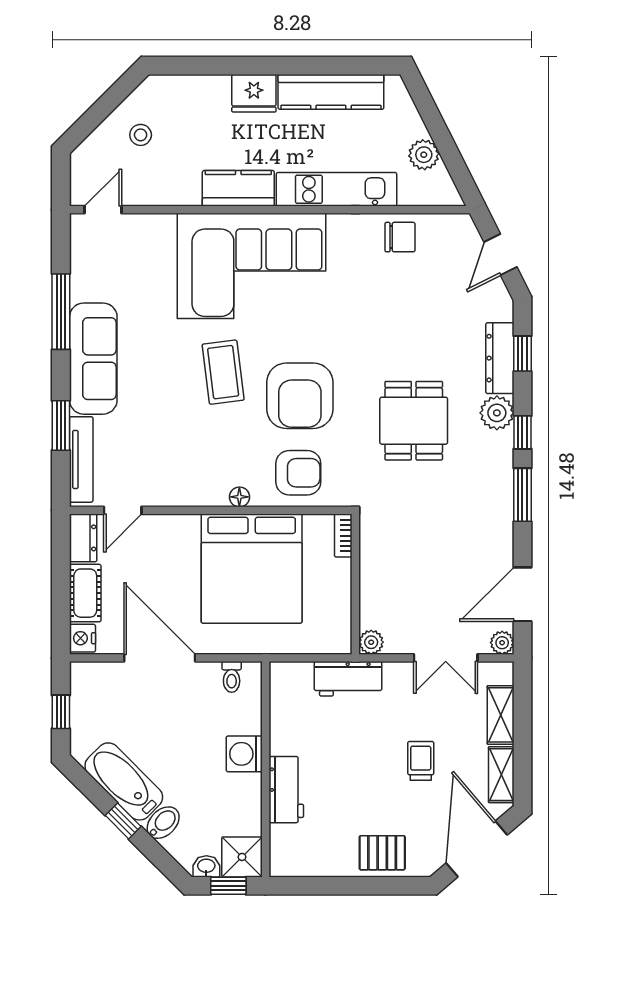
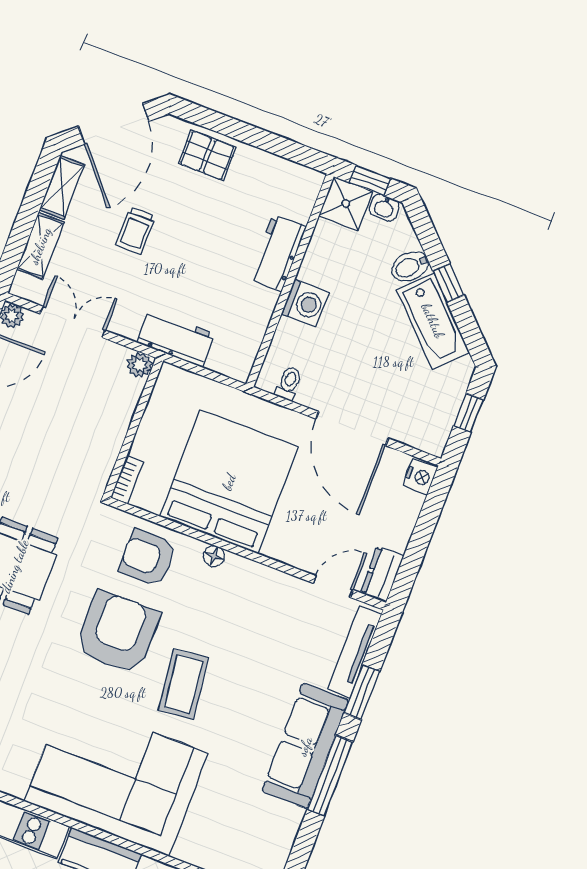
window: (61, 312) -> (330, 775), moved
cot: (85, 593) -> (400, 520), removed

